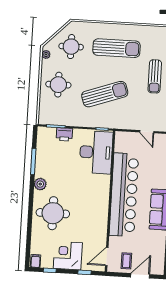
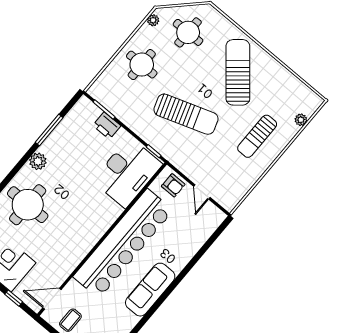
sun lounger: (117, 48) -> (238, 72), turned -130
armchair: (128, 140) -> (173, 185), added

